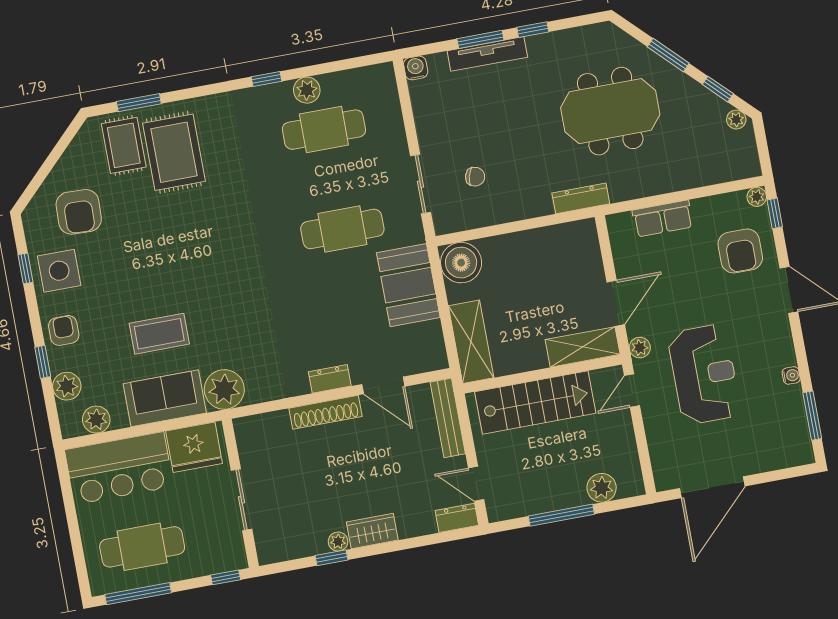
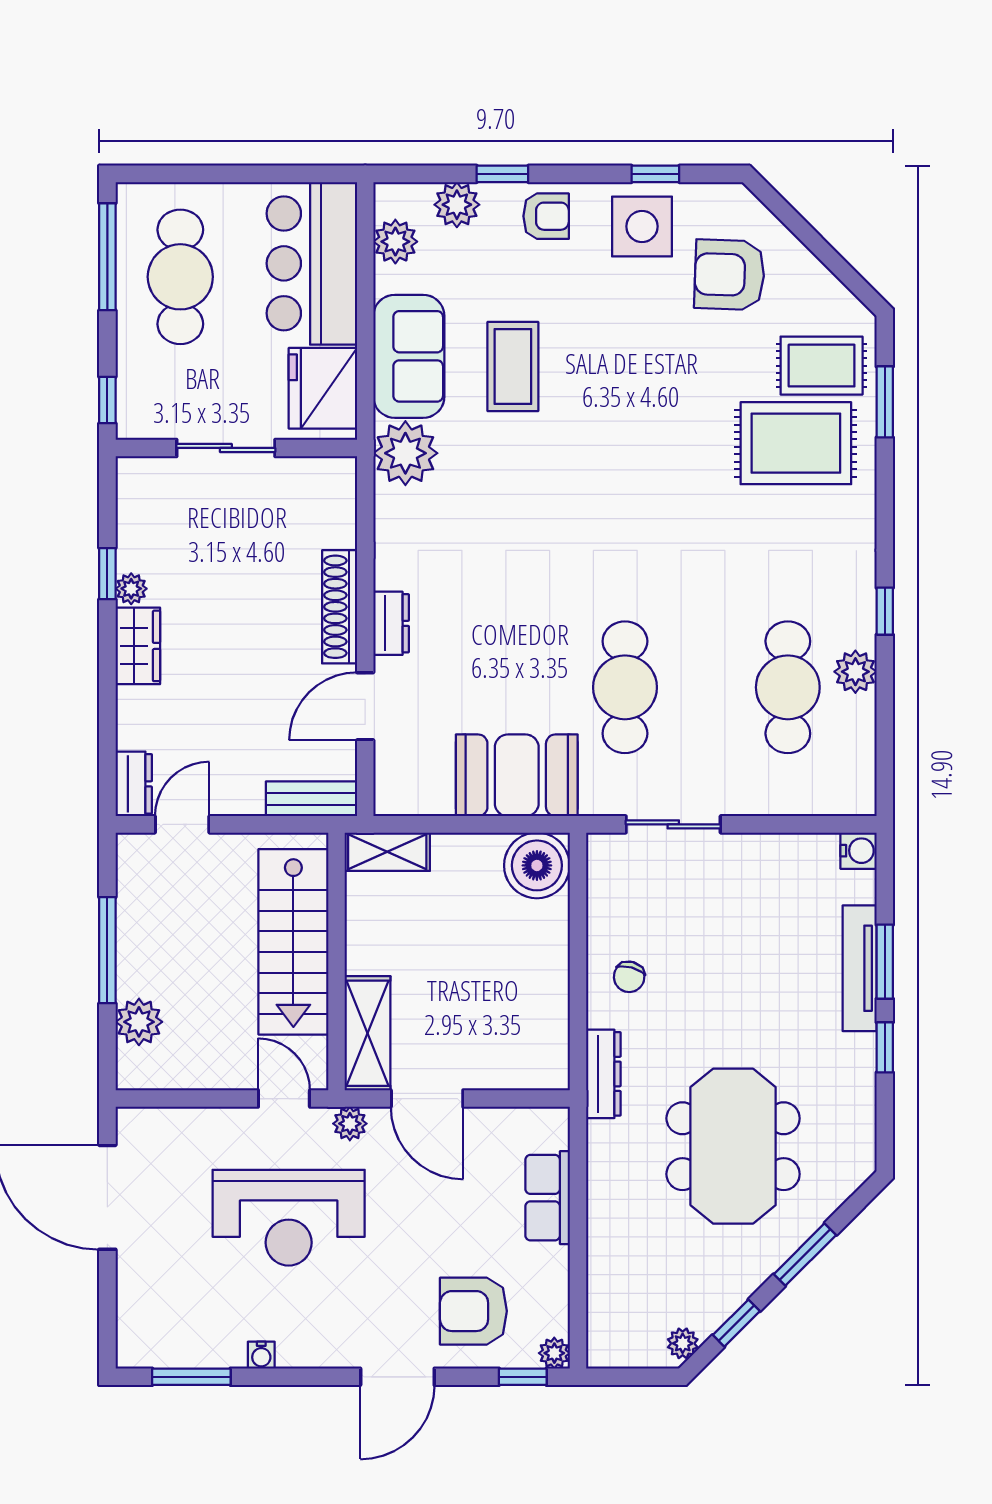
chair: (475, 177) -> (629, 977), moved
shelving: (471, 342) -> (387, 852), width x0.67, depth x0.75
bench: (448, 418) -> (311, 799), width x0.73

